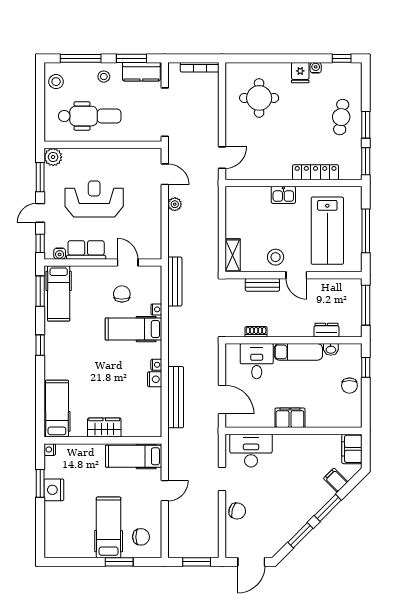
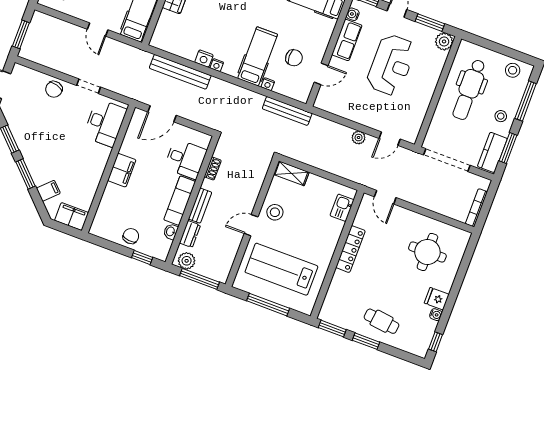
locker: (316, 172) -> (350, 249), moved
kitchen sink: (283, 195) -> (342, 208), moved
bench: (262, 285) -> (200, 206), moved
plant: (353, 324) -> (187, 261), added
chair: (349, 386) -> (131, 236), turned 96

